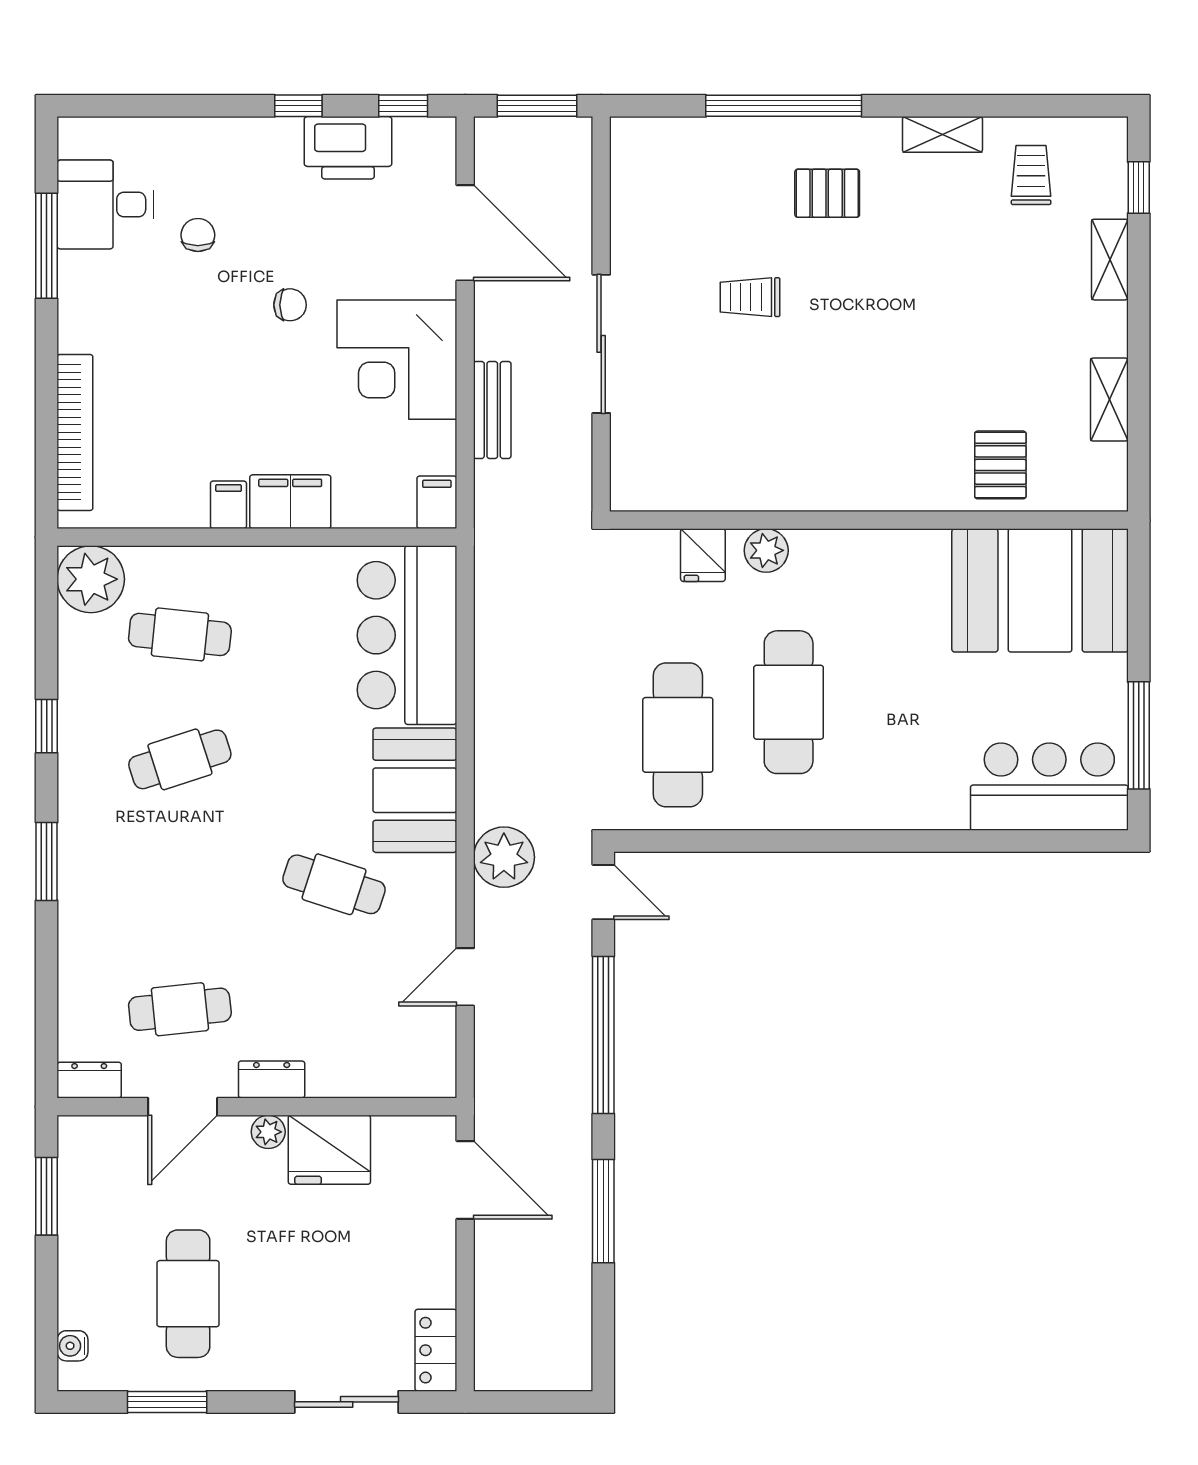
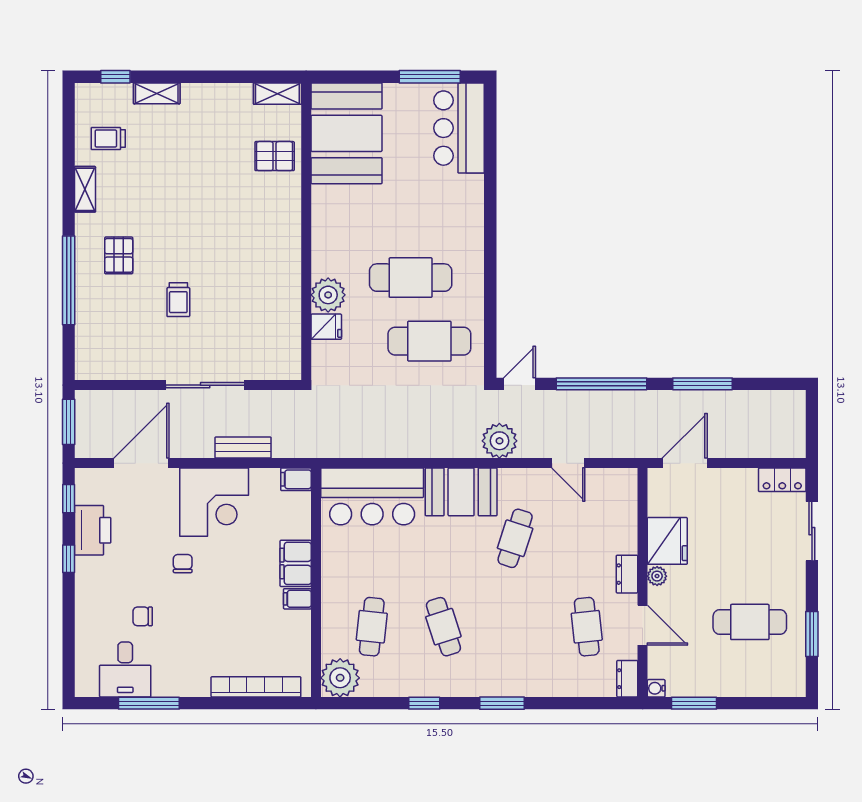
shelving: (1109, 400) -> (277, 94), moved
plant: (766, 550) -> (328, 295), width x1.36, depth x1.36
water cooler: (73, 1346) -> (656, 688), moved, turned 90

